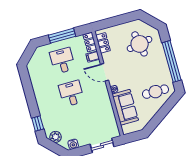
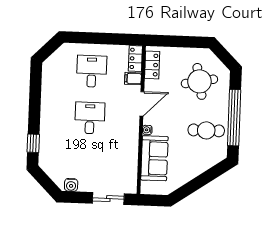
window: (62, 36) -> (101, 39), removed
door: (104, 72) -> (142, 104), swing flipped
cafe table: (155, 92) -> (206, 130), moved
plant: (56, 137) -> (51, 168), removed

